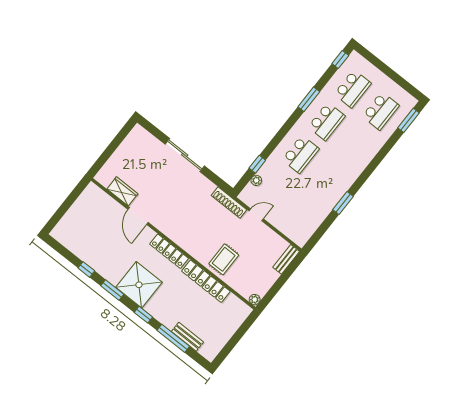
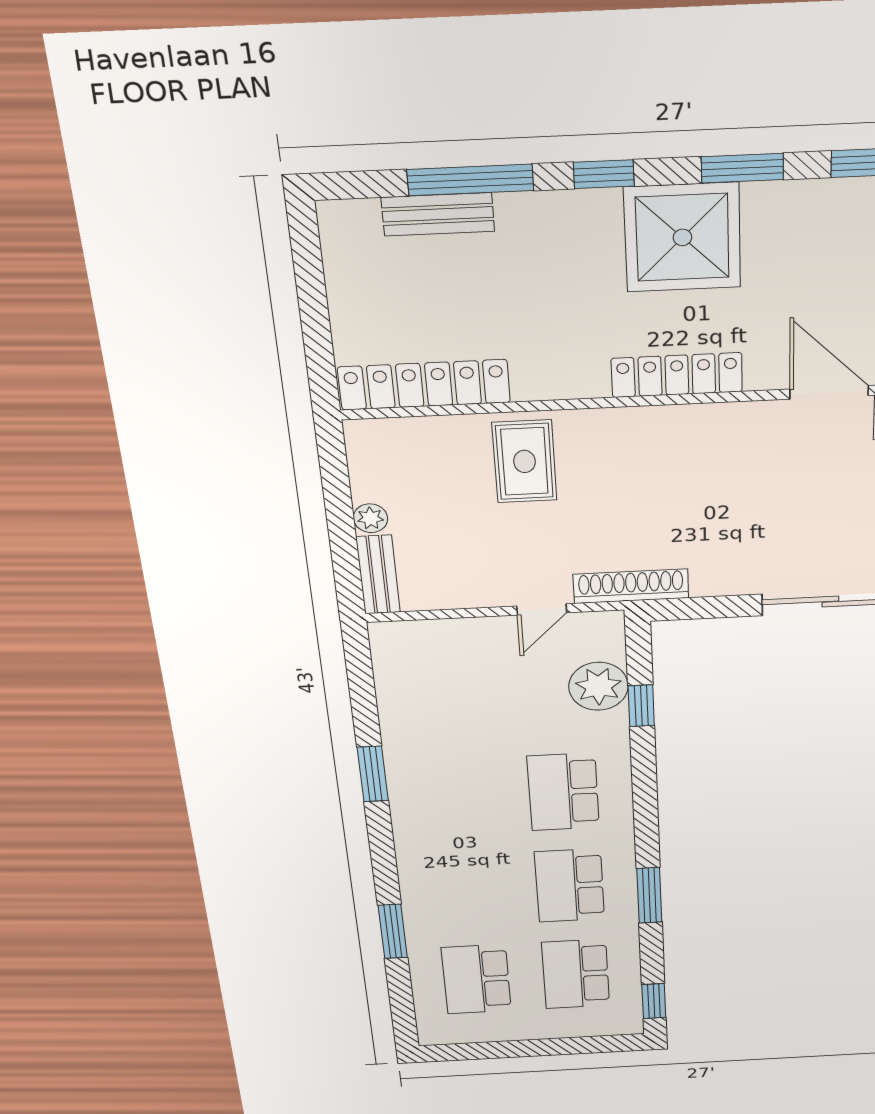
window: (409, 120) -> (393, 931), moved
plant: (256, 180) -> (598, 686), width x1.88, depth x1.88
locker: (206, 281) -> (424, 385), moved
plant: (255, 300) -> (370, 518), moved

